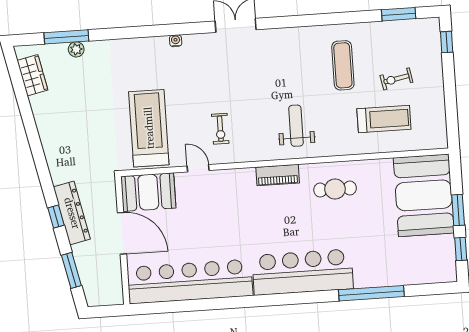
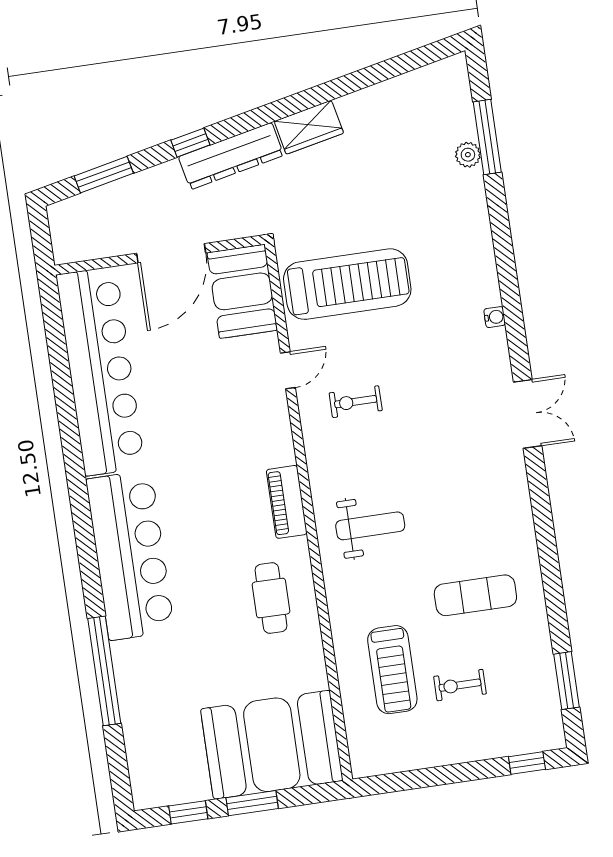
wardrobe: (32, 75) -> (309, 127), moved
exercise bike: (396, 79) -> (460, 685), turned -79
dresser: (72, 213) -> (231, 156), moved

